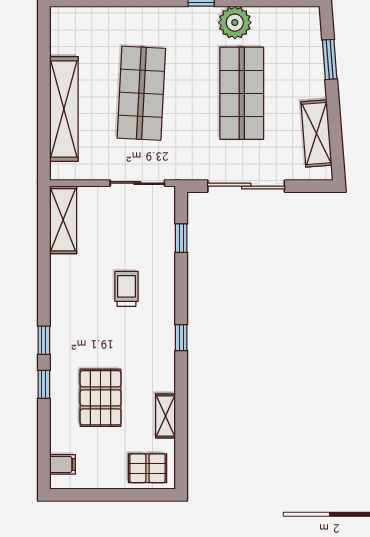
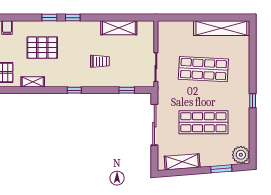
plant: (235, 23) -> (241, 155), moved
shelving: (64, 109) -> (221, 28), moved
shelving: (63, 220) -> (119, 28), moved

